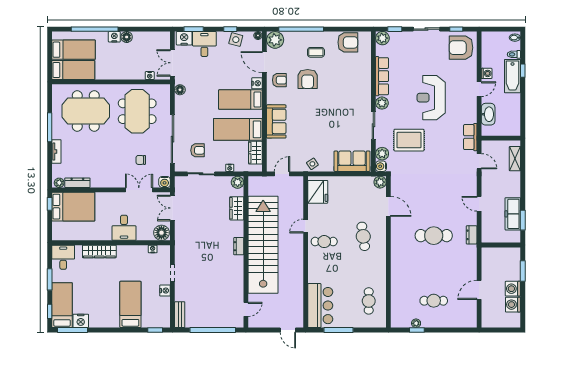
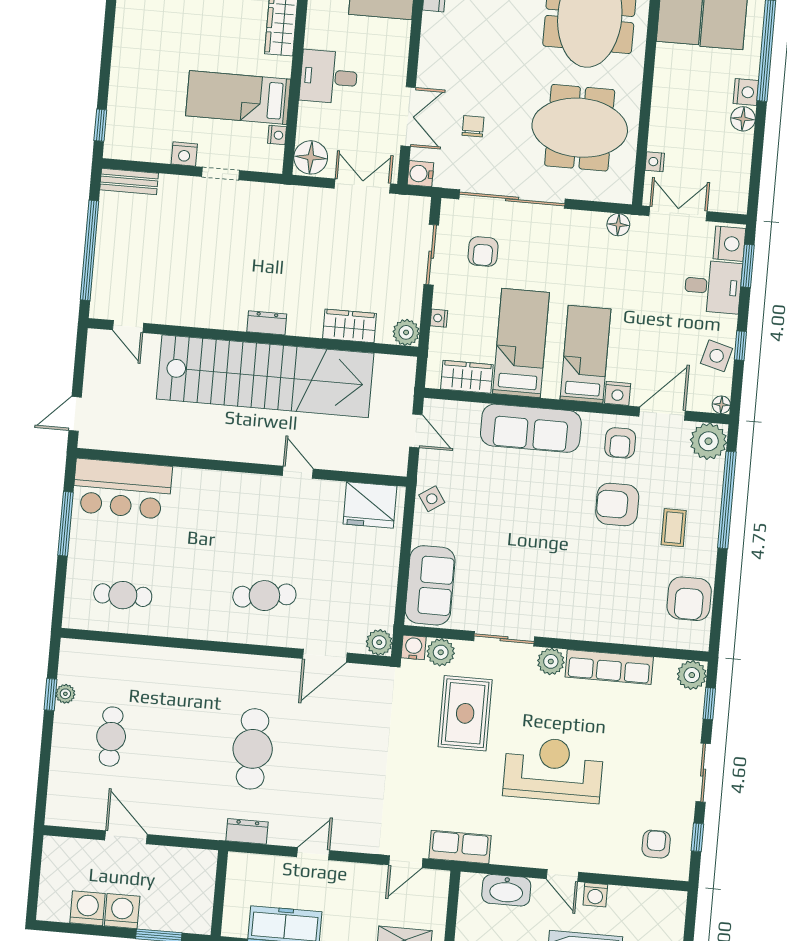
armchair: (461, 48) -> (656, 844), width x0.53, depth x0.53
sofa: (276, 121) -> (531, 428), width x1.36
cafe table: (324, 242) -> (261, 509), removed
bed: (130, 304) -> (238, 98), moved, turned 180

